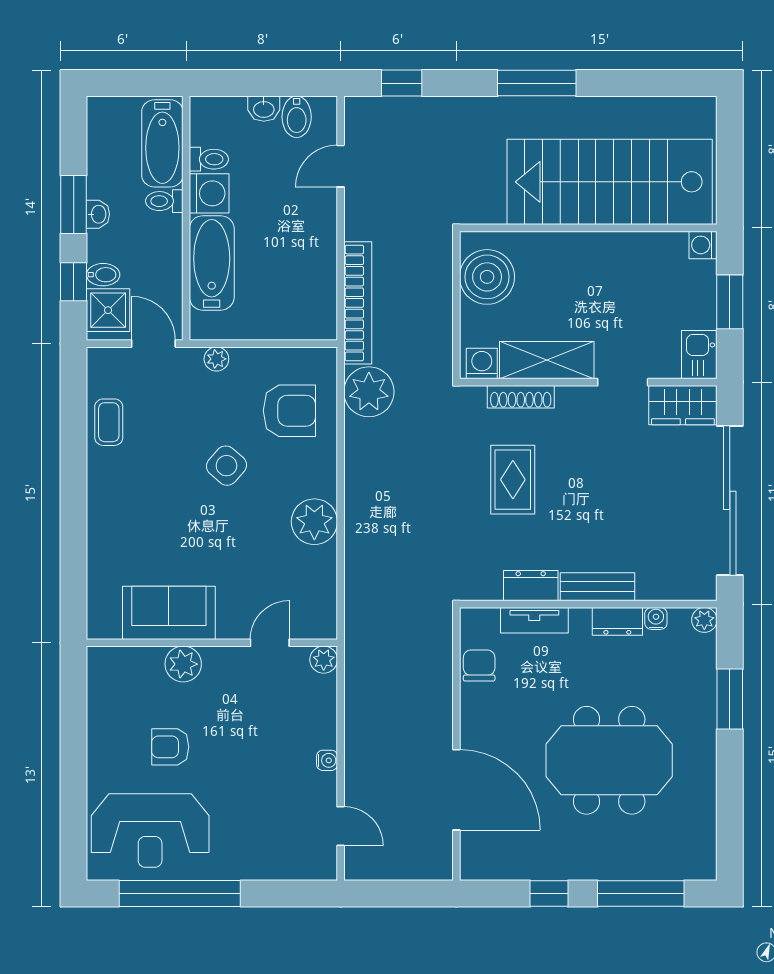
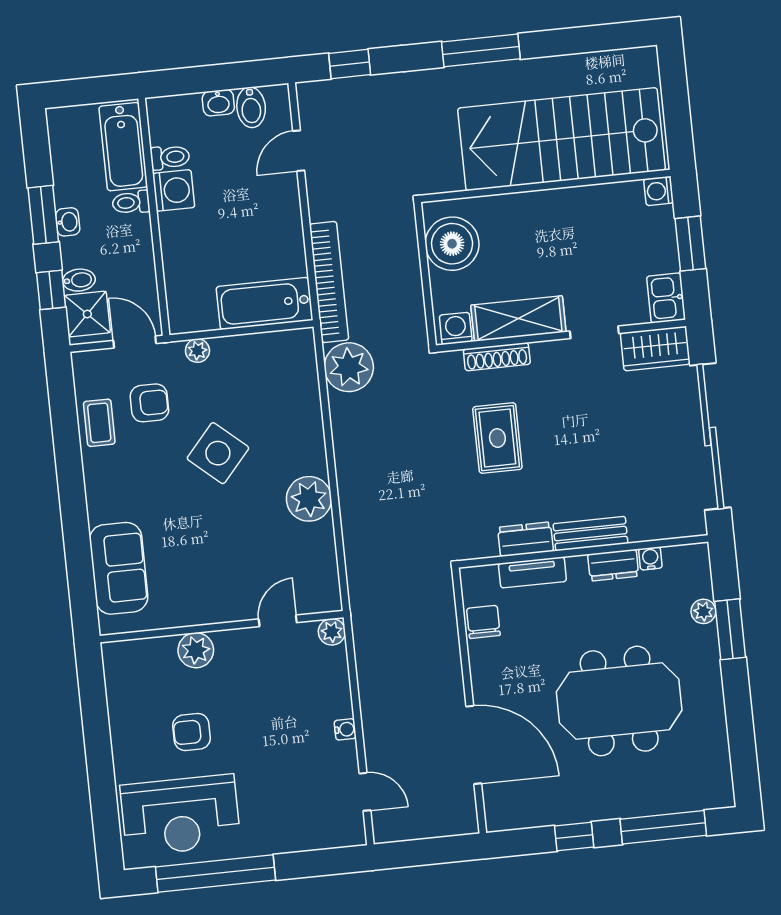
bathtub: (212, 263) -> (264, 303), moved, turned -90
armchair: (289, 411) -> (149, 403), moved, width x0.72, depth x0.72
side table: (226, 466) -> (218, 453), width x1.37, depth x1.37
sofa: (169, 613) -> (119, 568), moved, turned 90
plant: (704, 620) -> (703, 611), moved

